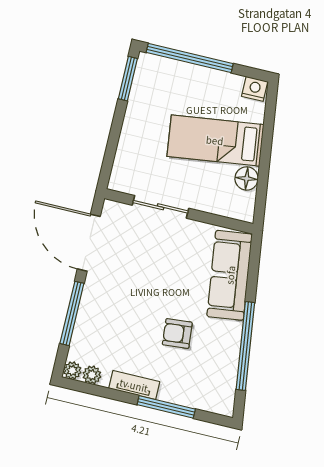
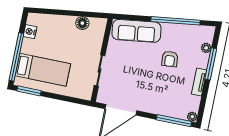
nightstand: (255, 89) -> (30, 32), moved
bed: (215, 140) -> (43, 70), moved, turned -83
window: (72, 313) -> (174, 121), moved
plant: (92, 375) -> (206, 48), moved

